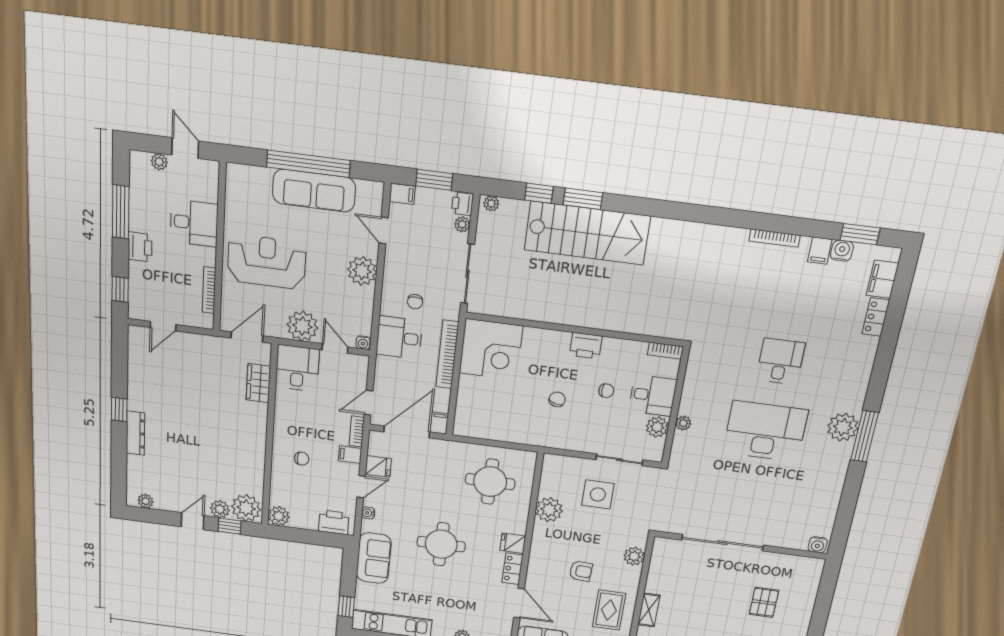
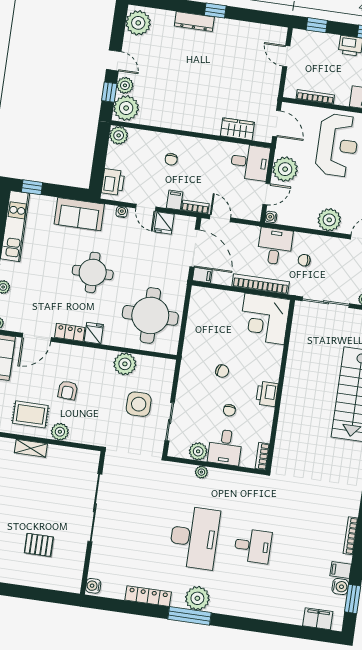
locker: (876, 317) -> (148, 596), moved, width x1.53
round table: (490, 482) -> (150, 315), width x1.36, depth x1.36
plant: (146, 501) -> (138, 23), width x1.87, depth x1.87
plant: (634, 556) -> (60, 432), moved

